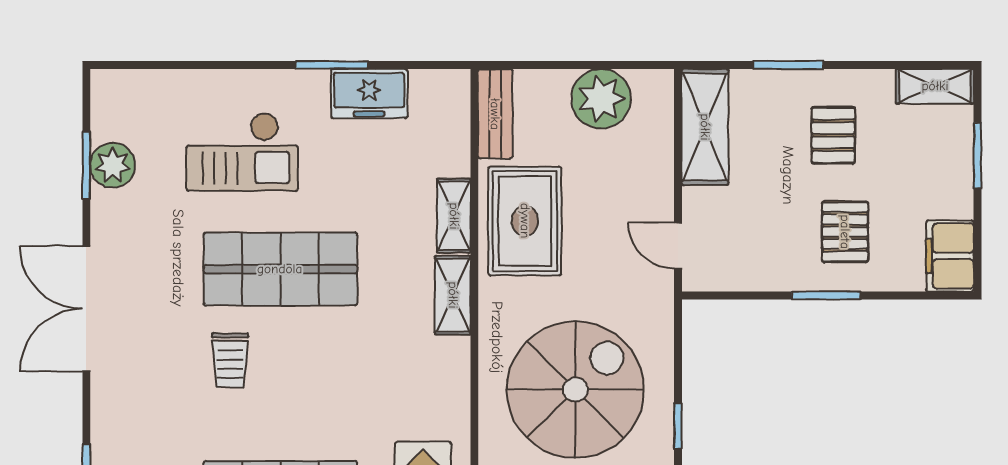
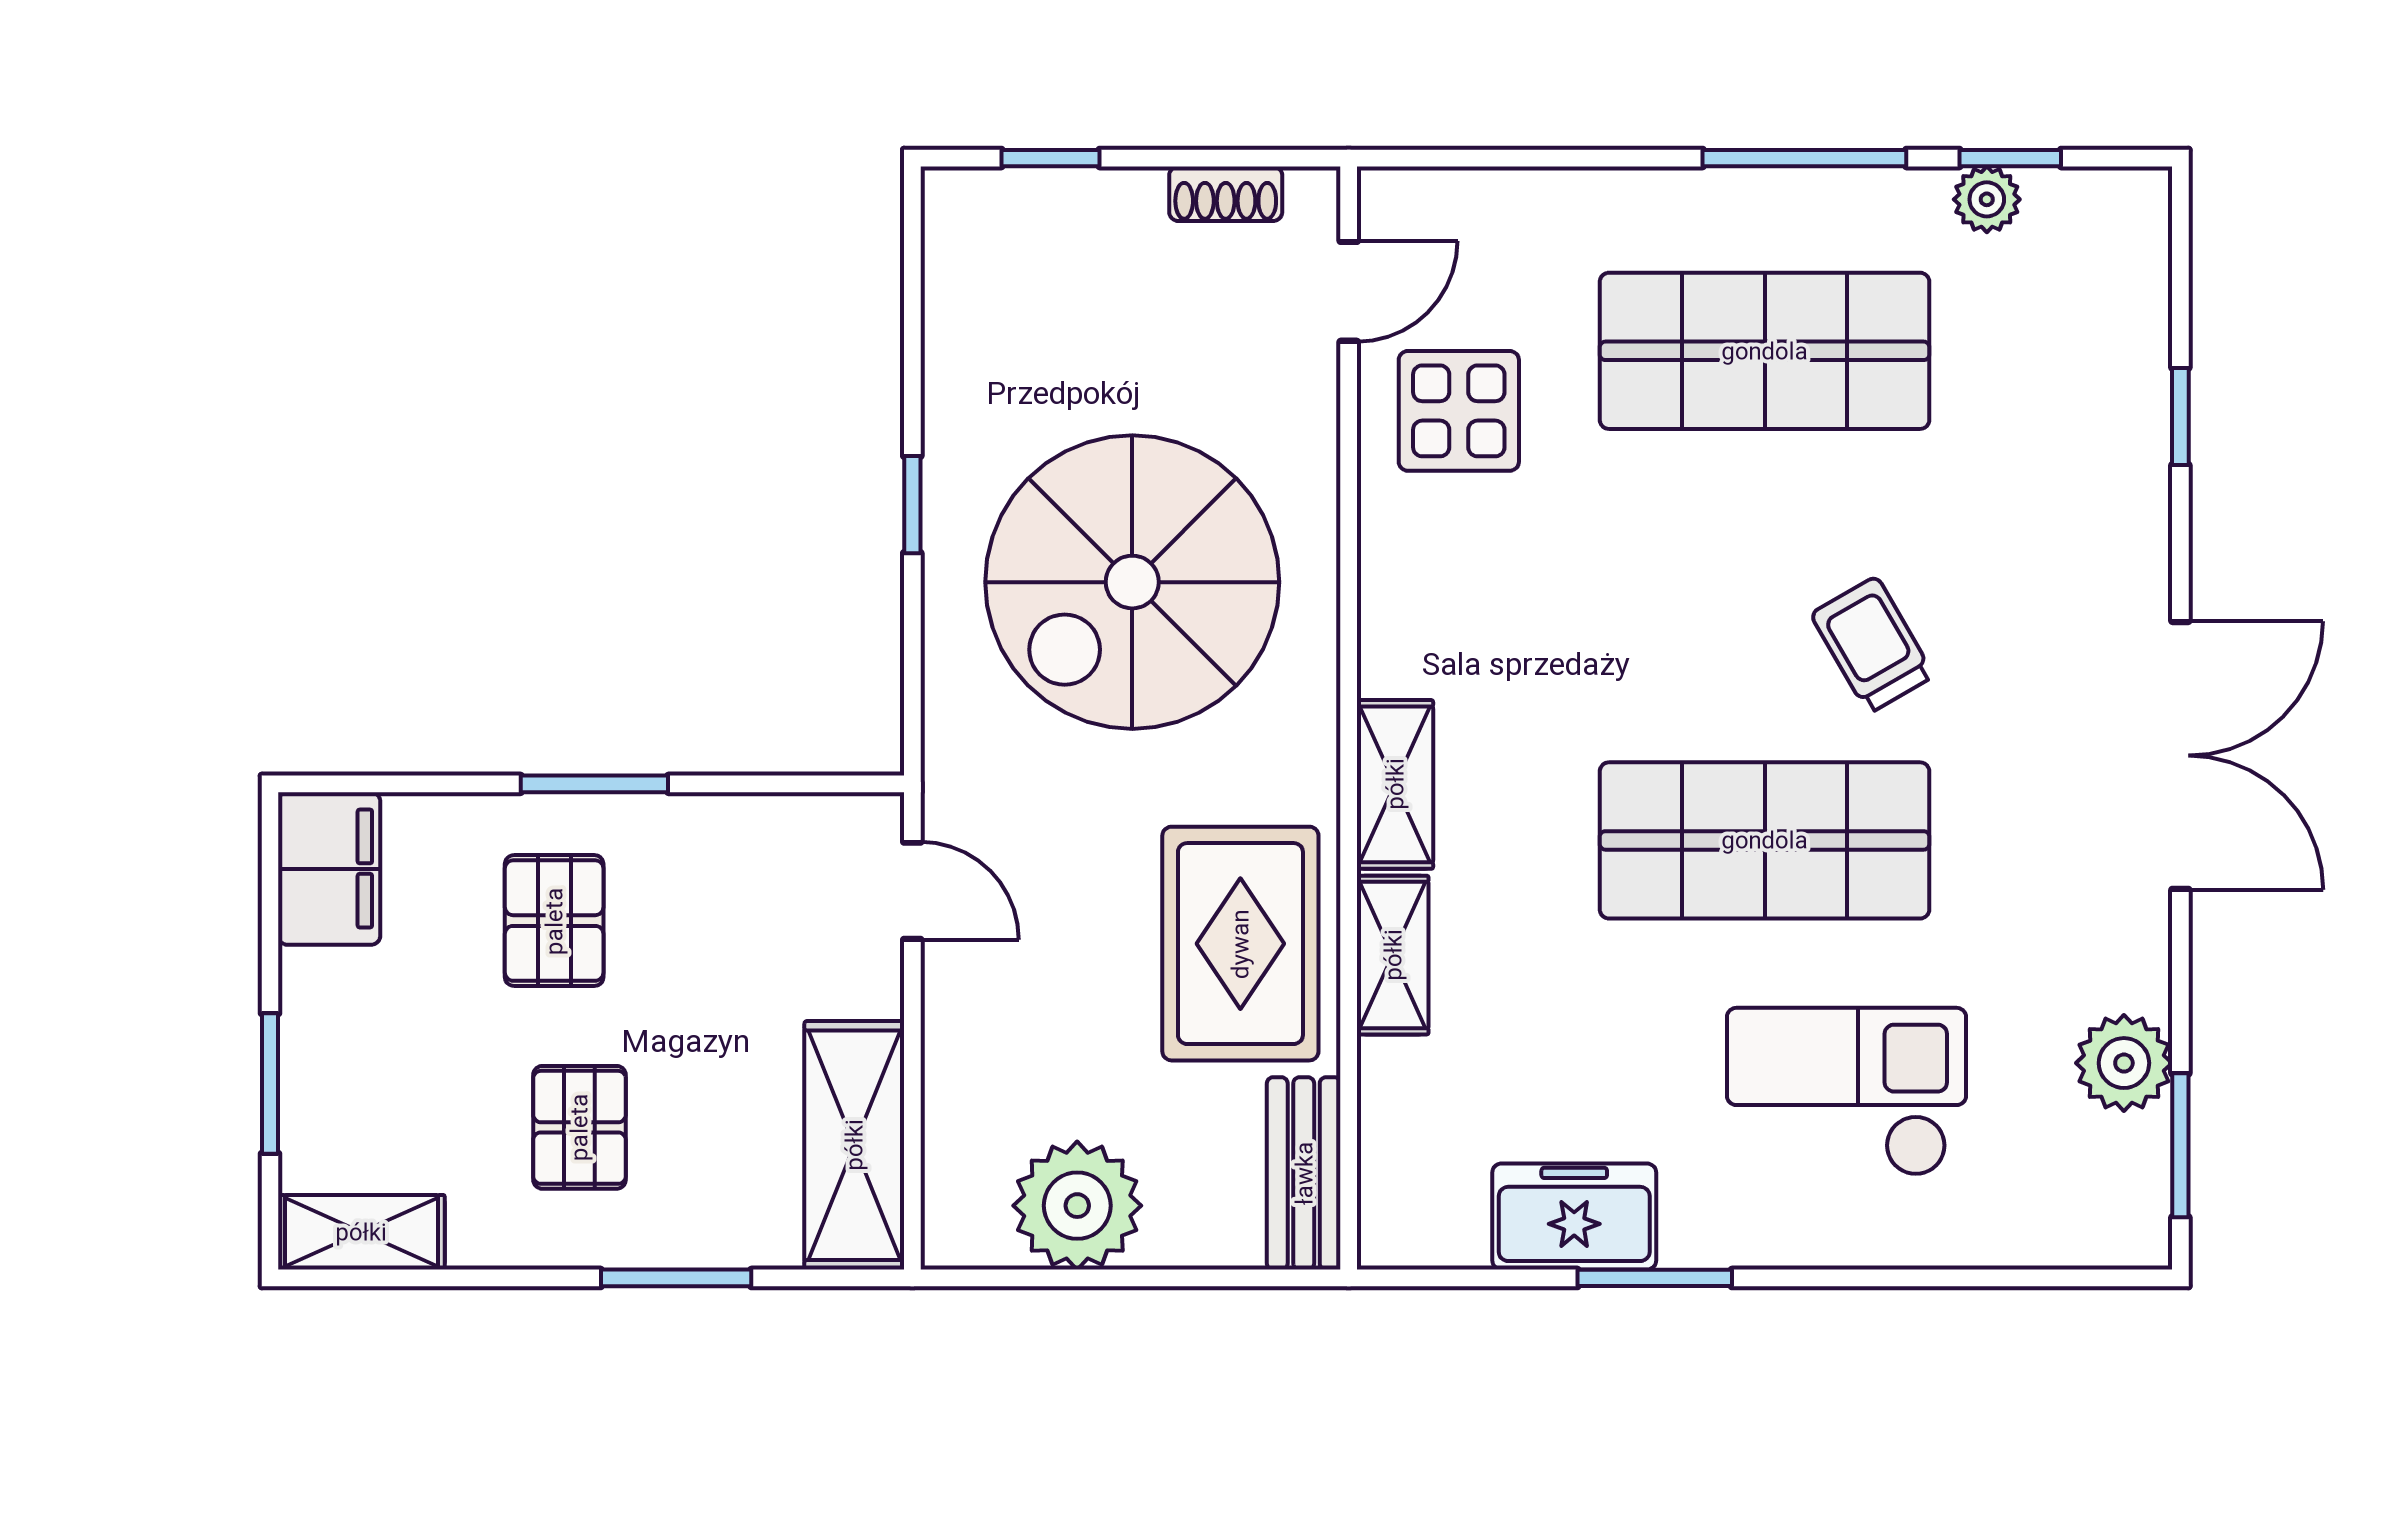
window: (86, 165) -> (2180, 1145), moved
trolley: (230, 360) -> (1872, 645), turned -30

